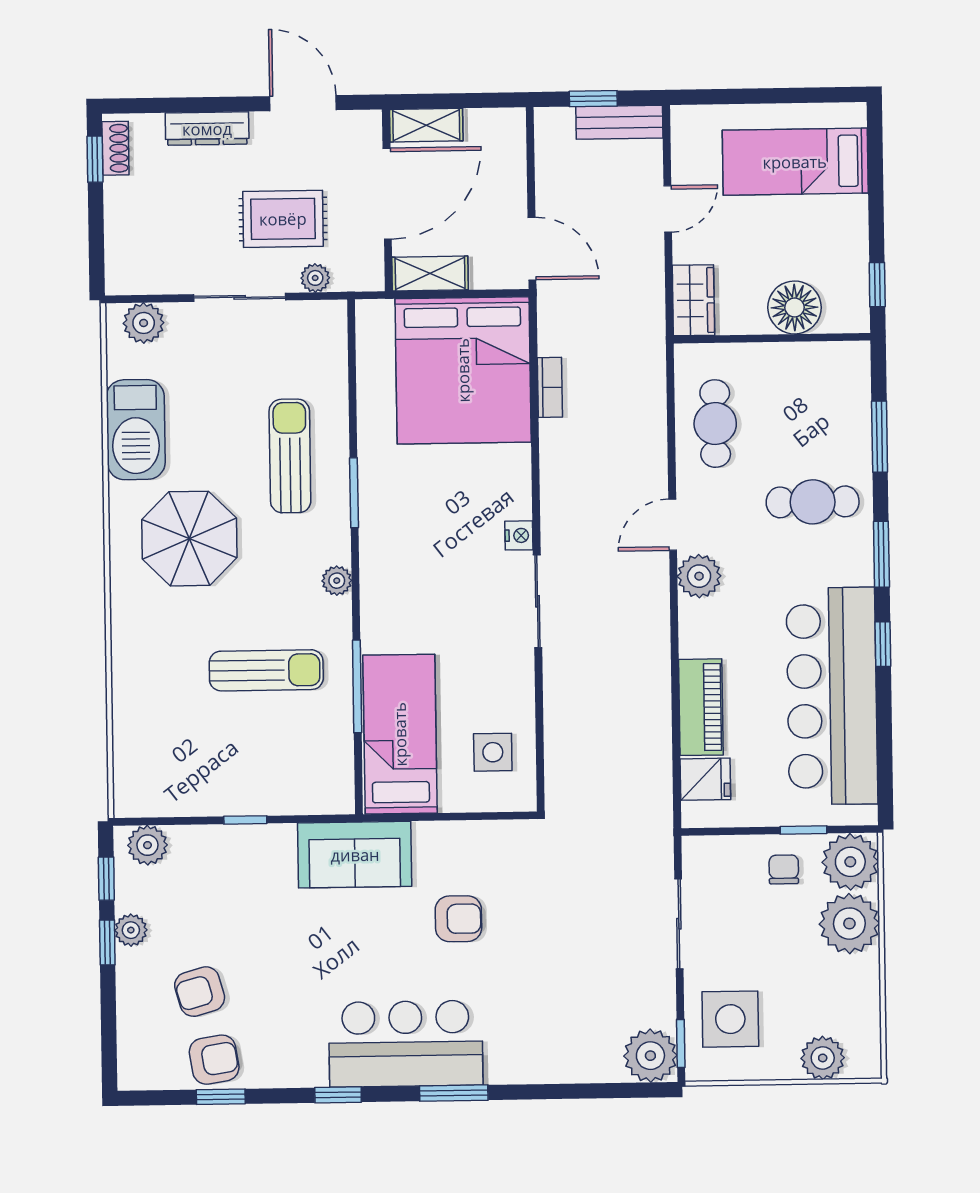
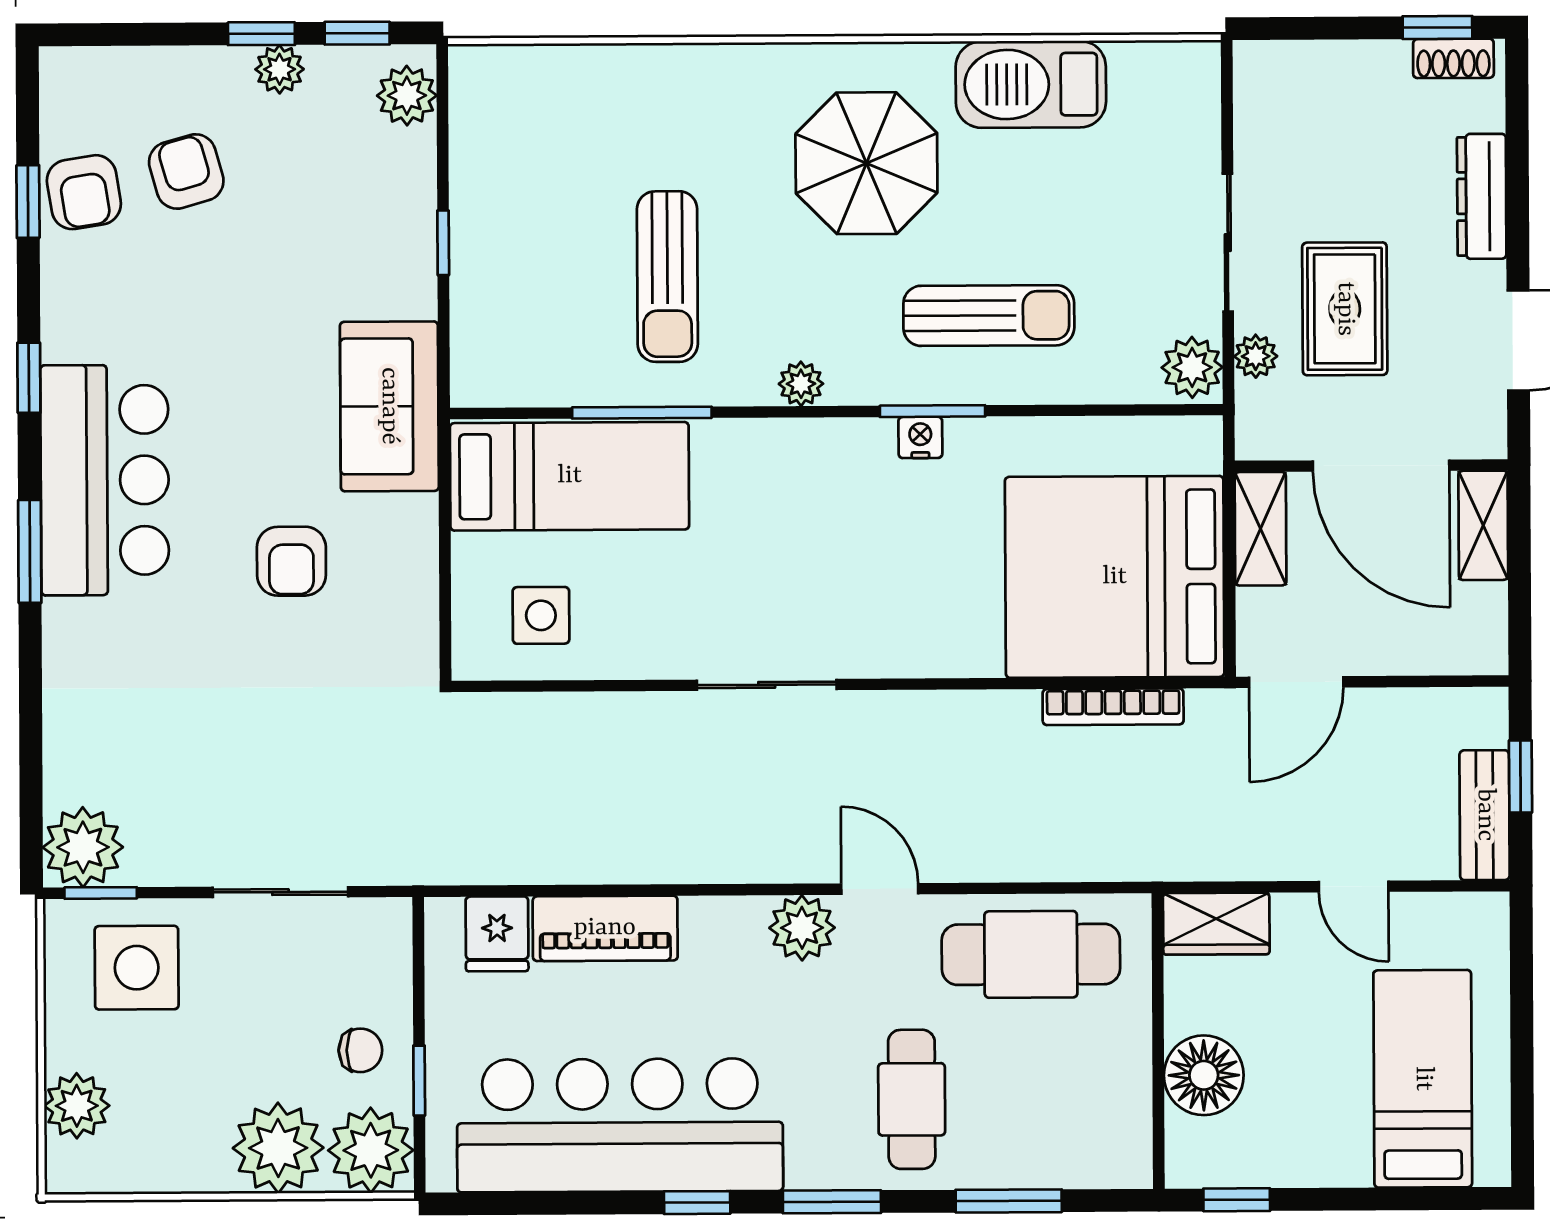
plant: (144, 323) -> (1192, 367), moved
bookcase: (550, 387) -> (1113, 707), width x1.56
cafe table: (715, 424) -> (1031, 954), width x1.37, depth x1.35
nightstand: (519, 535) -> (920, 437), moved, turned 180

